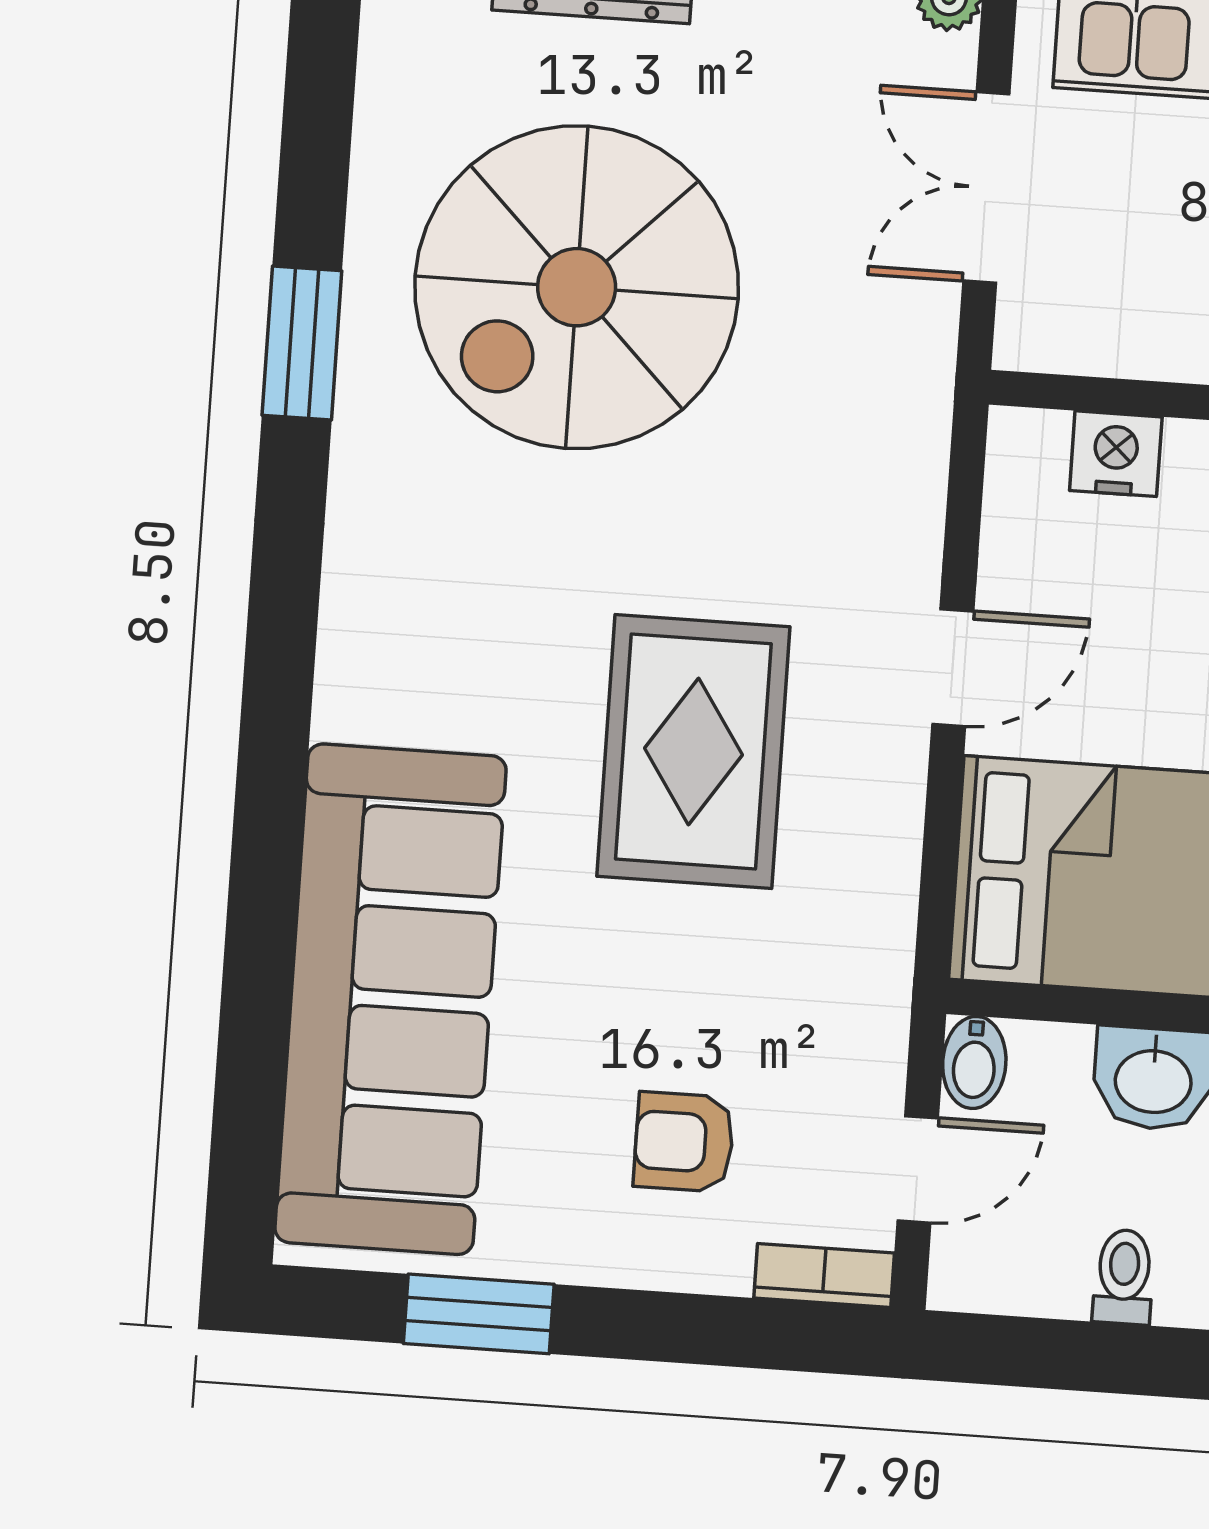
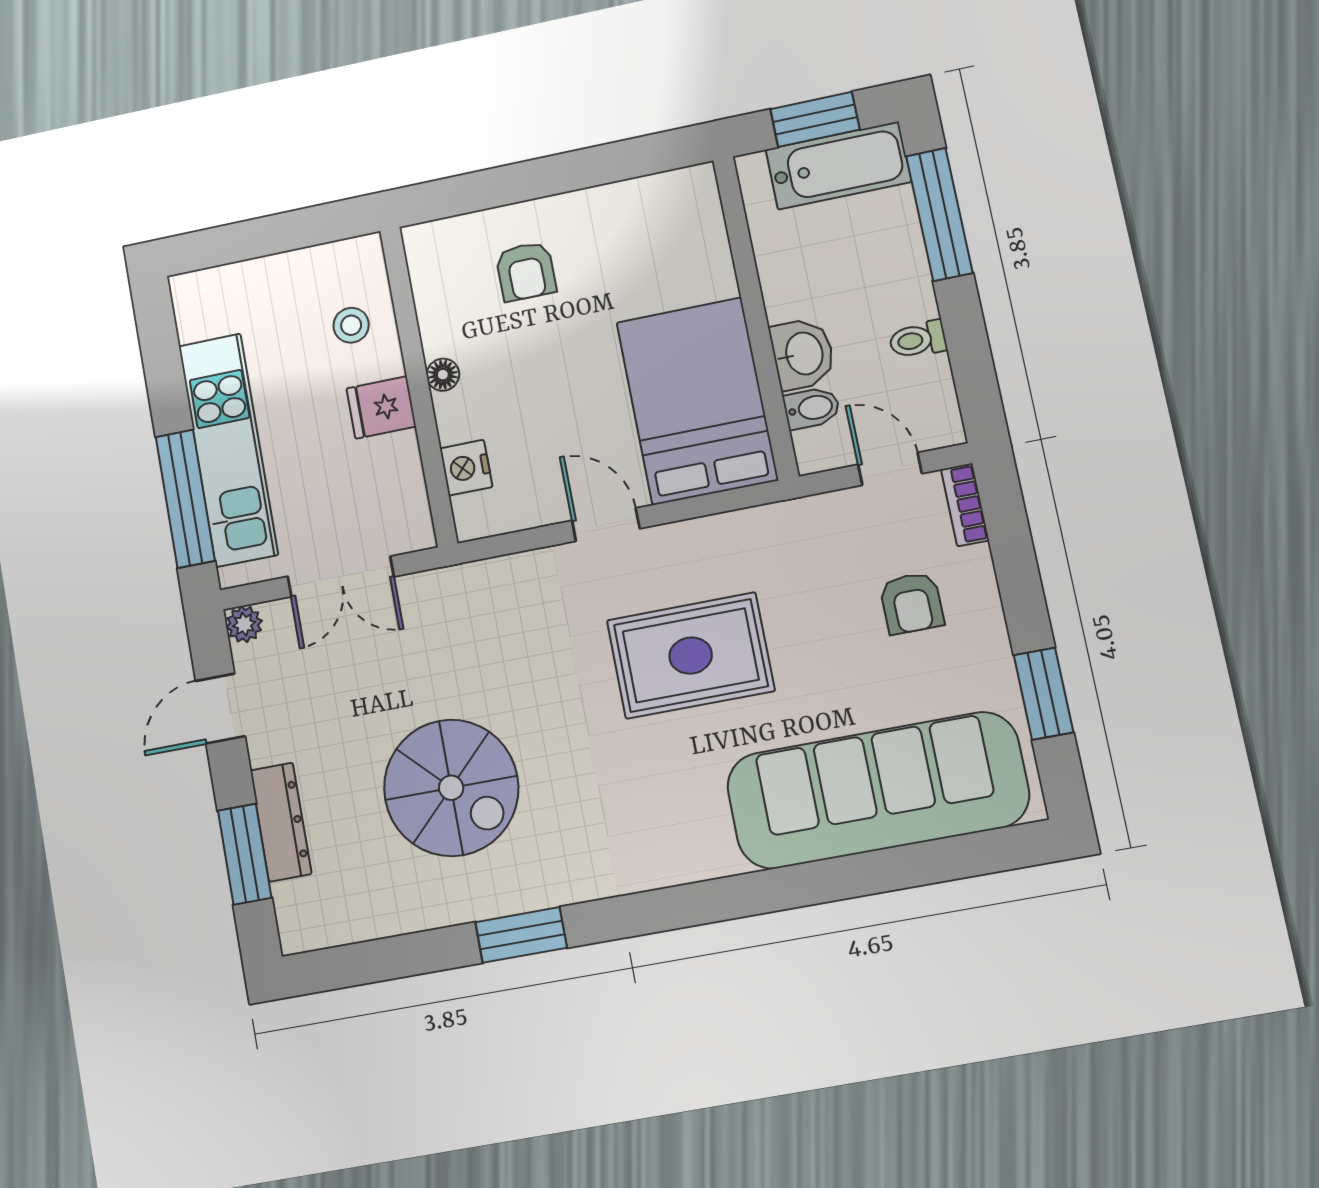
spiral stairs: (577, 287) -> (451, 788), width x0.73, depth x0.73
bidet: (974, 1062) -> (812, 408), moved

